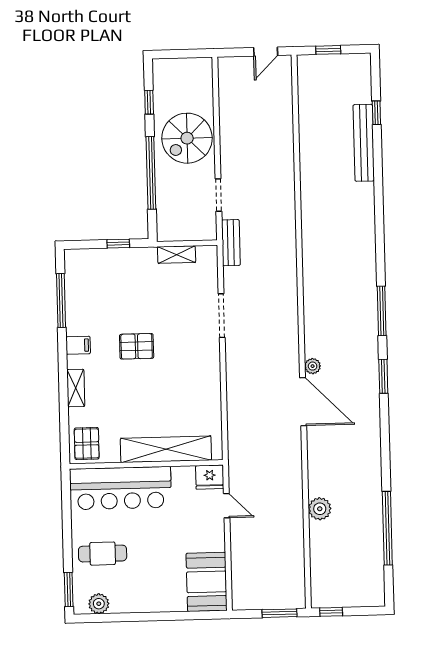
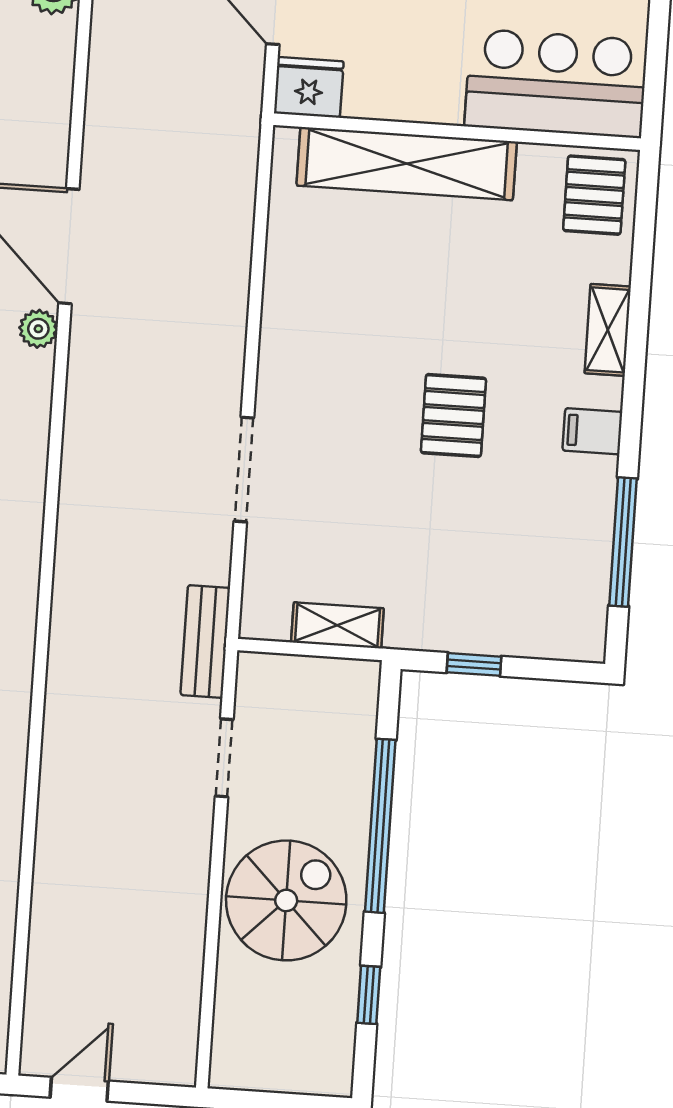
pallet: (137, 346) -> (453, 416), turned 90
bar counter: (120, 488) -> (556, 83), width x0.73

